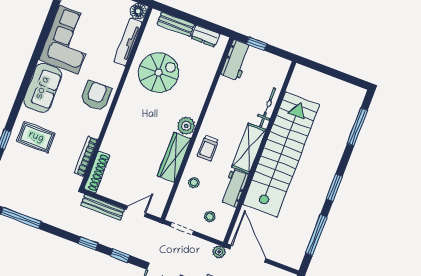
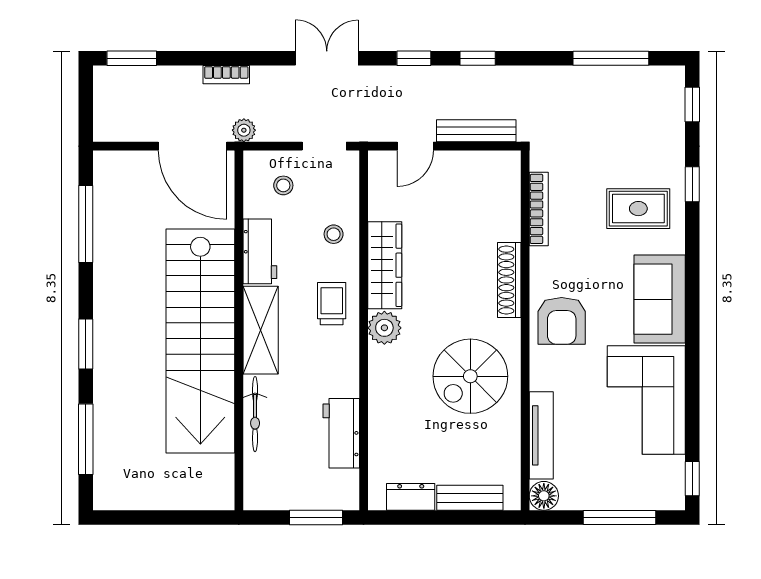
window: (257, 44) -> (316, 517), width x1.50
workbench: (236, 60) -> (341, 433), moved
spiral stairs: (159, 73) -> (470, 376), moved
shoe rack: (97, 172) -> (509, 280), moved
window: (334, 188) -> (86, 344), moved

